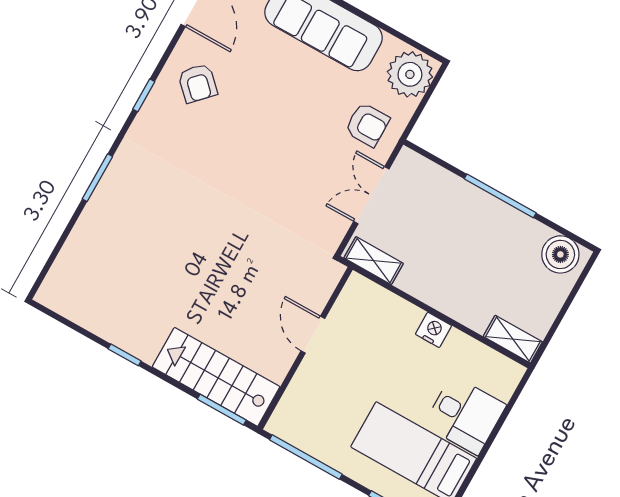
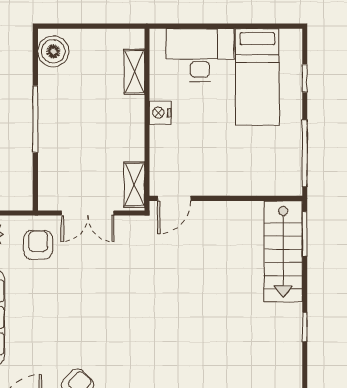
door: (313, 335) -> (174, 198), moved
shelving: (513, 339) -> (134, 72), moved
desk: (465, 415) -> (200, 55), width x1.37

